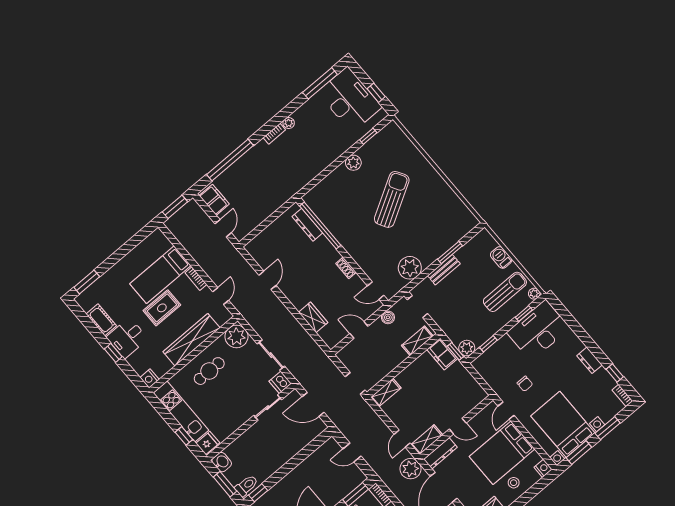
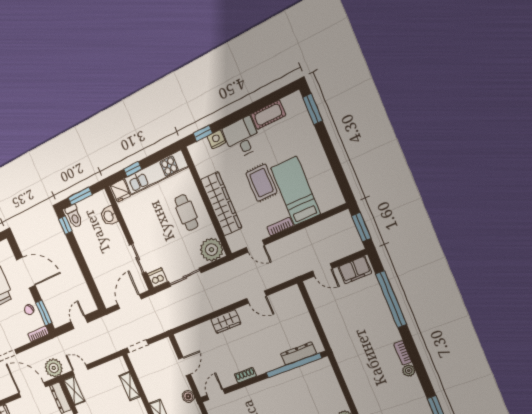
wardrobe: (313, 317) -> (226, 321), moved
window: (113, 353) -> (203, 133), moved
nightstand: (150, 379) -> (216, 139), moved
shelving: (386, 393) -> (130, 386), moved
washbasin: (222, 462) -> (109, 216), moved, turned 90

